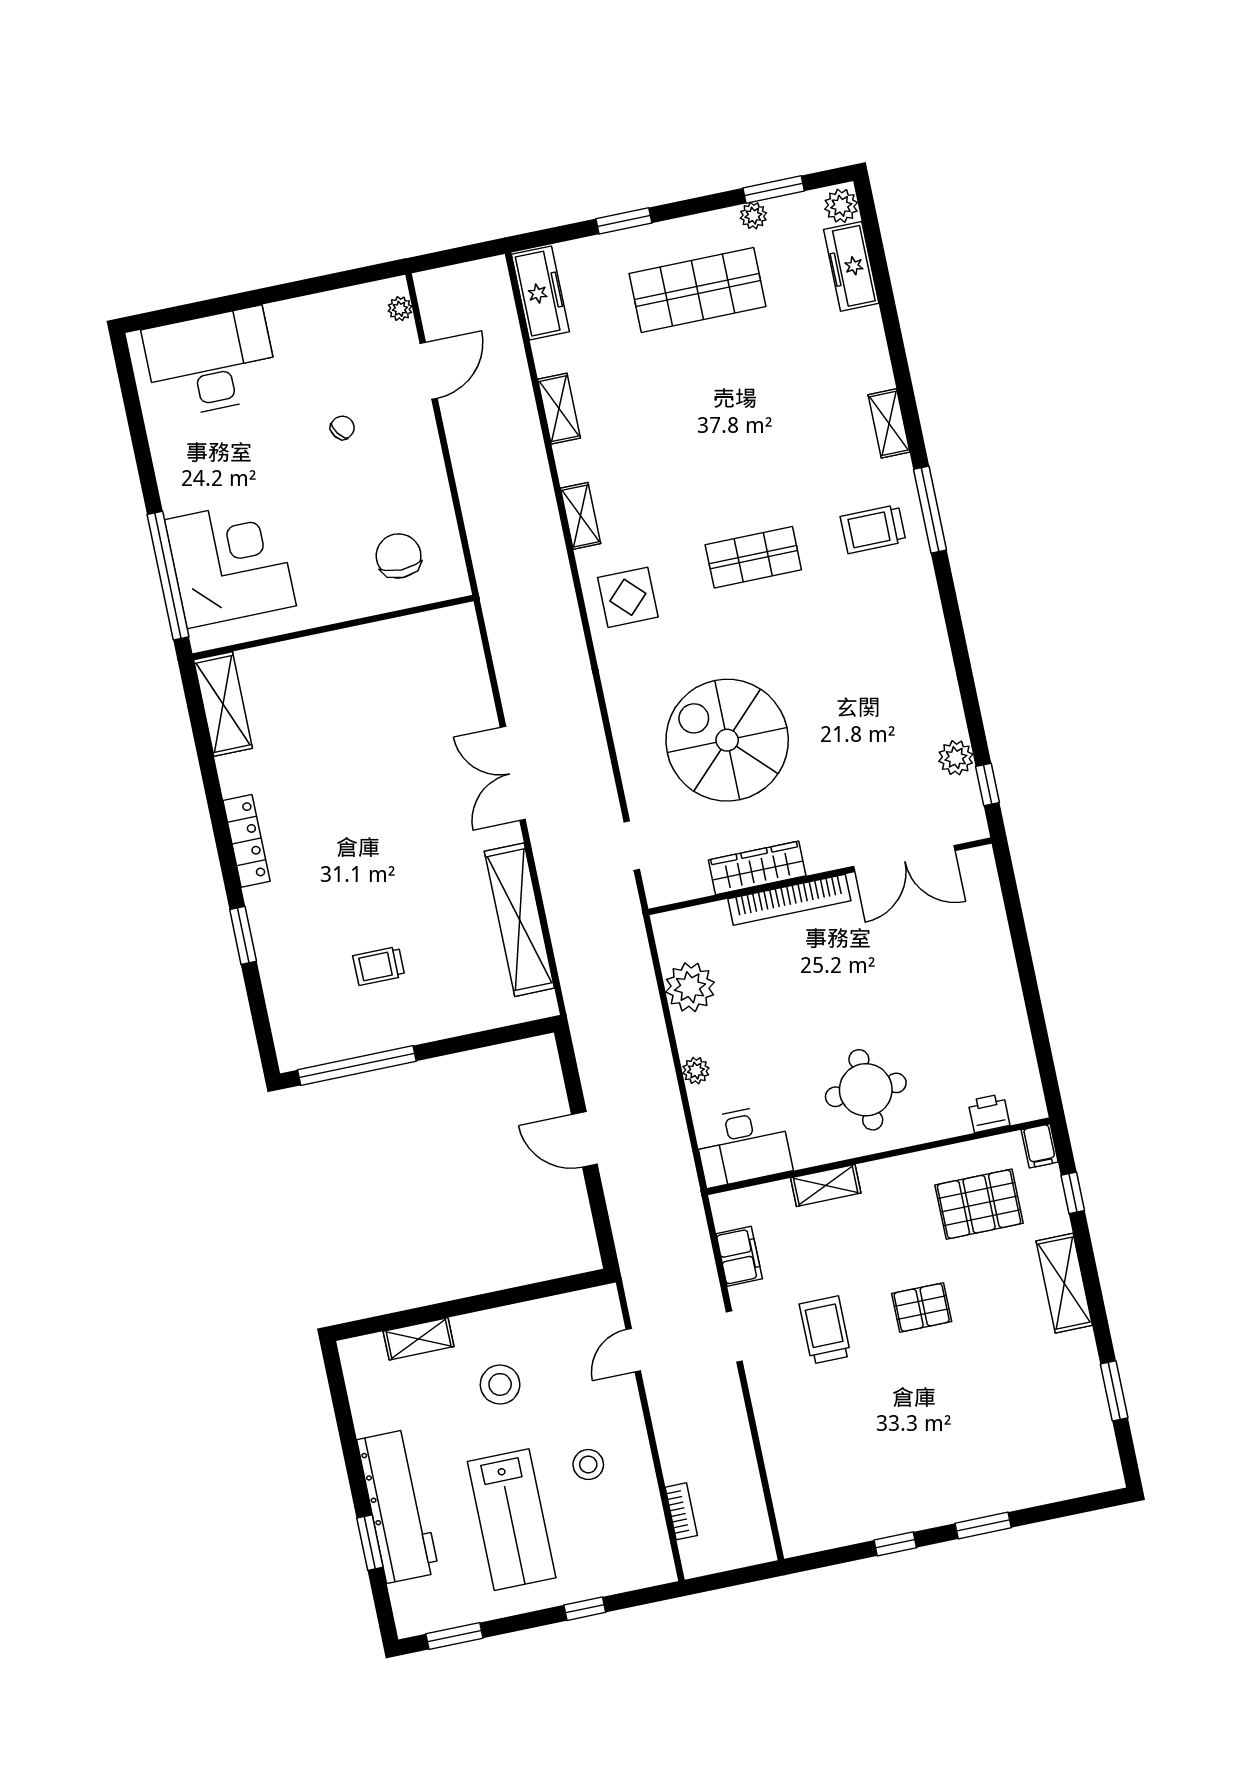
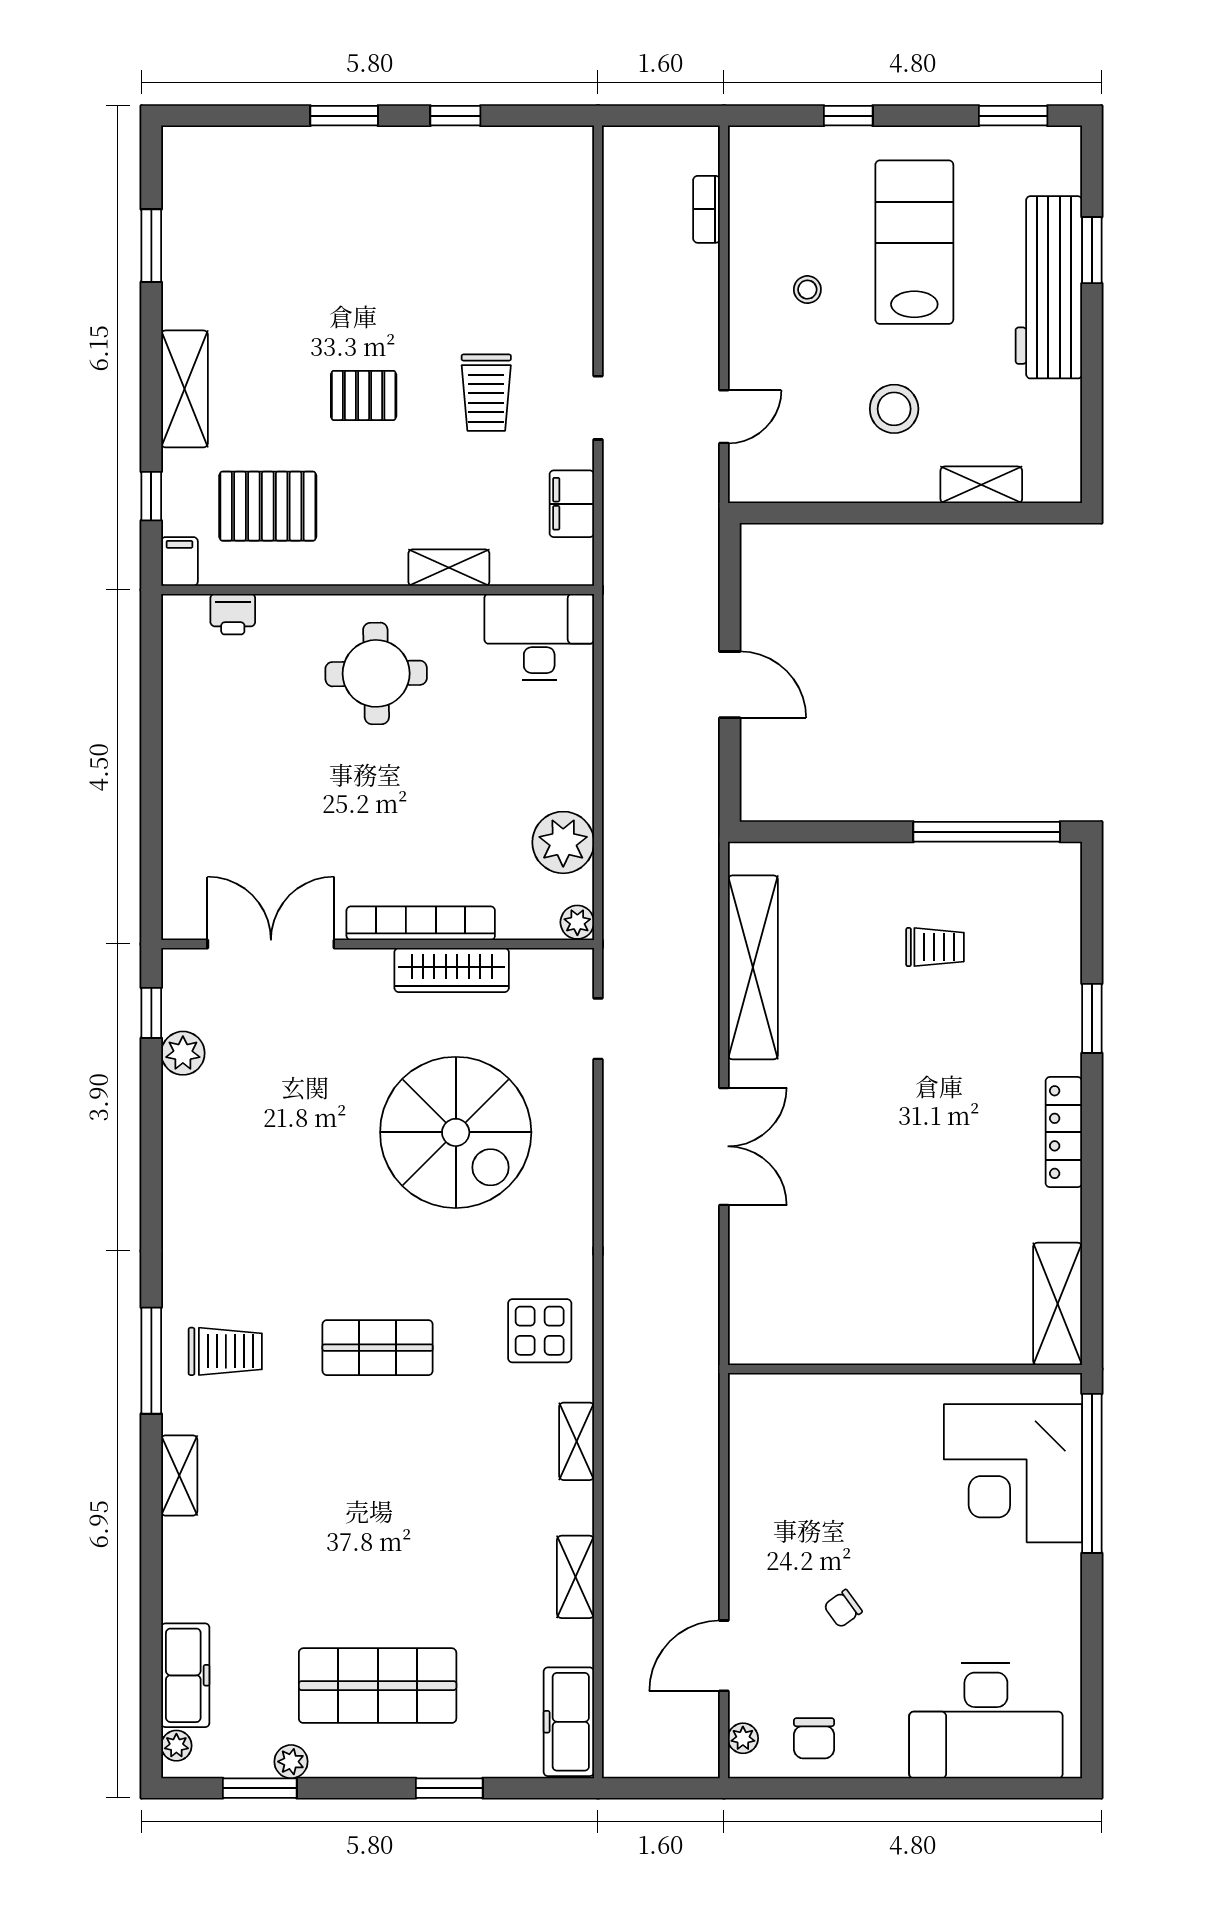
plant: (841, 206) -> (176, 1746), width x0.73, depth x0.73
chair: (399, 556) -> (814, 1738), moved, width x0.73, depth x0.73
plant: (696, 1071) -> (577, 922), moved
stool: (588, 1465) -> (807, 290), width x0.73, depth x0.73

